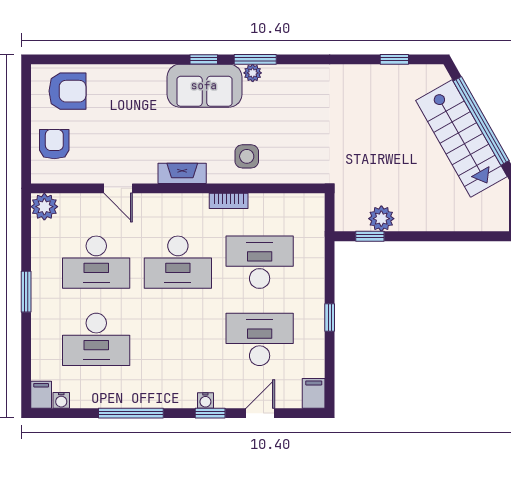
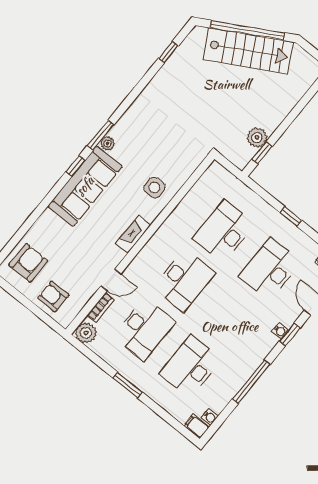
sofa: (204, 86) -> (85, 186), width x1.36
bookcase: (229, 201) -> (101, 307), moved
desk: (96, 339) -> (190, 366), turned 180

